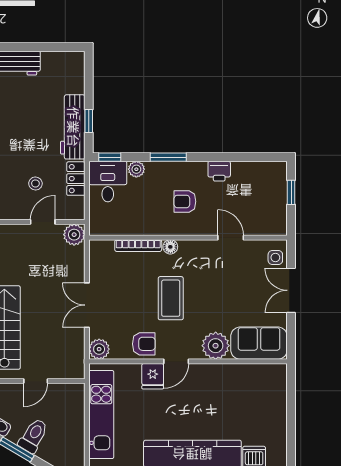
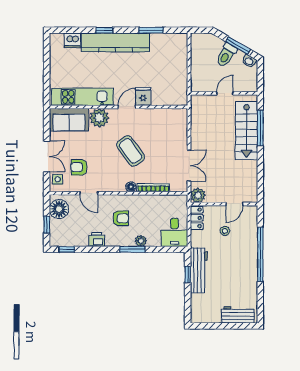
window: (110, 157) -> (67, 249), moved
plant: (136, 169) -> (141, 241), moved
locker: (76, 179) -> (197, 218), moved
floor lamp: (273, 215) -> (59, 209), added
door: (43, 222) -> (234, 204), moved
coffee table: (171, 298) -> (131, 151), turned -36
double door: (87, 305) -> (189, 166), moved
armchair: (144, 344) -> (79, 167), moved
plant: (99, 349) -> (181, 115), removed
kitchen unit: (101, 415) -> (82, 97), moved, turned 90

